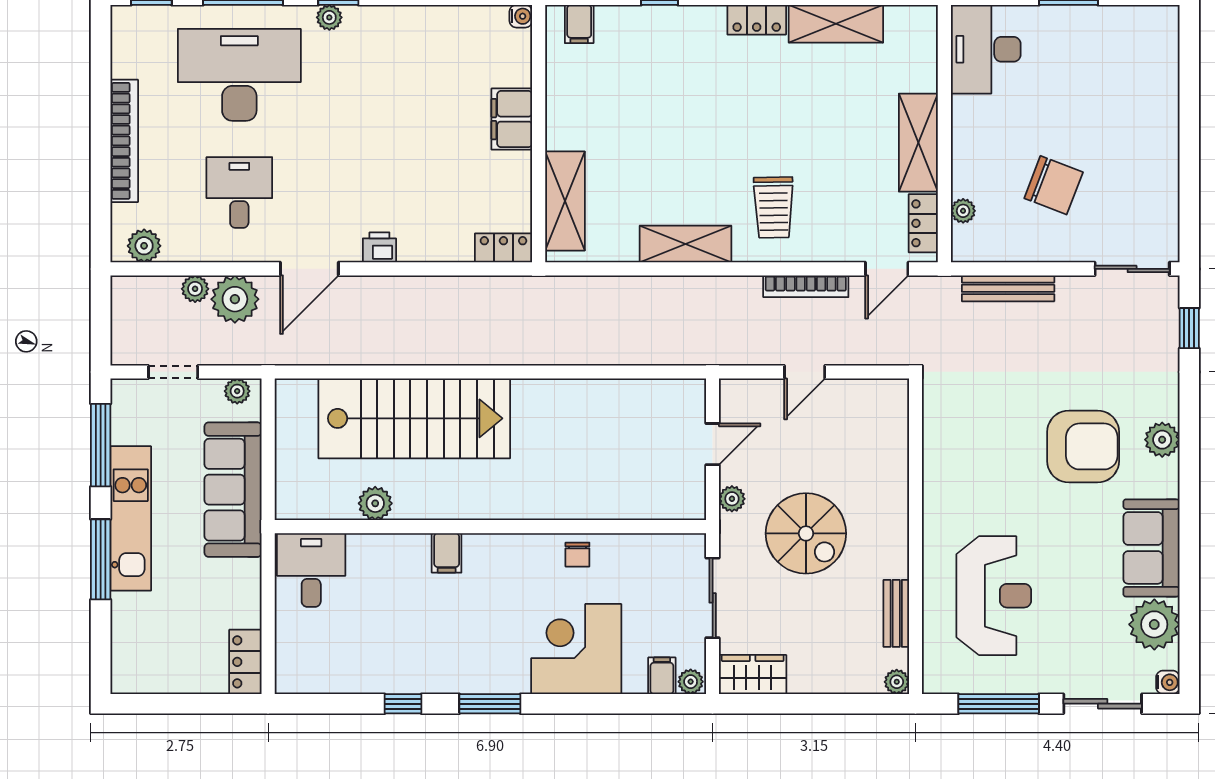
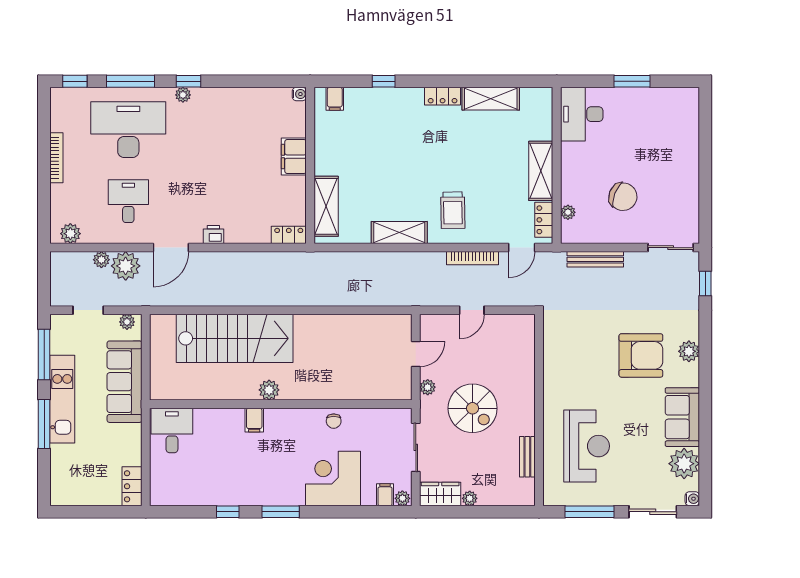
bookcase: (124, 141) -> (56, 158), width x0.68, depth x0.76
plant: (375, 503) -> (269, 390), moved
plant: (897, 682) -> (470, 498), moved

